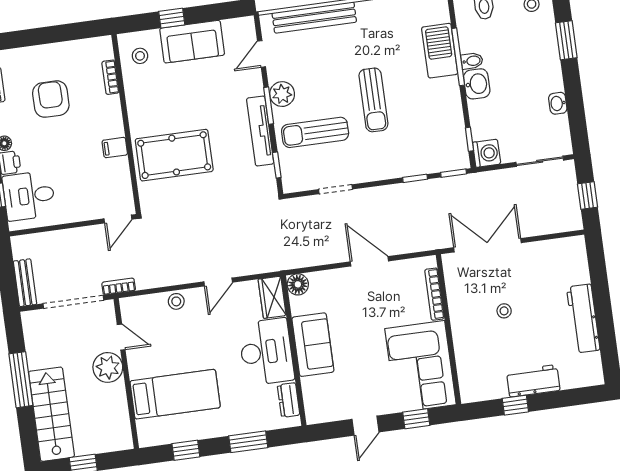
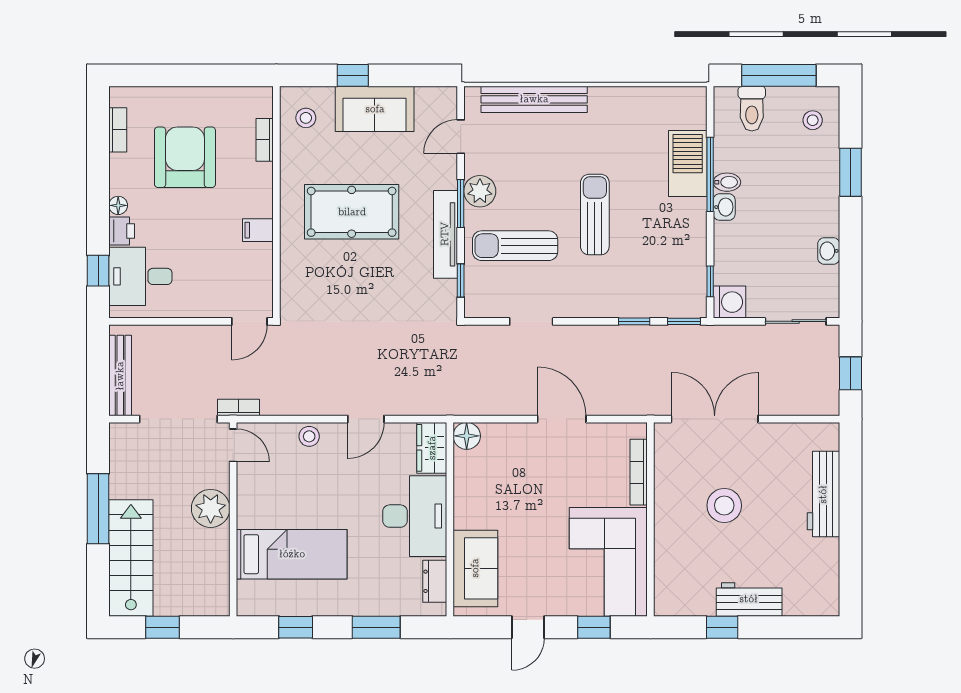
washbasin: (477, 84) -> (724, 207), width x0.72, depth x0.69
armchair: (51, 99) -> (185, 157), width x1.36, depth x1.36
sun lounger: (373, 100) -> (595, 215), turned 180
pool table: (174, 155) -> (352, 212), moved
bench: (25, 283) -> (120, 376), width x1.36
stool: (504, 311) -> (724, 505), width x1.89, depth x1.89
workbench: (583, 319) -> (823, 494), moved
door: (121, 337) -> (233, 445), moved
sofa: (313, 345) -> (475, 568), moved

